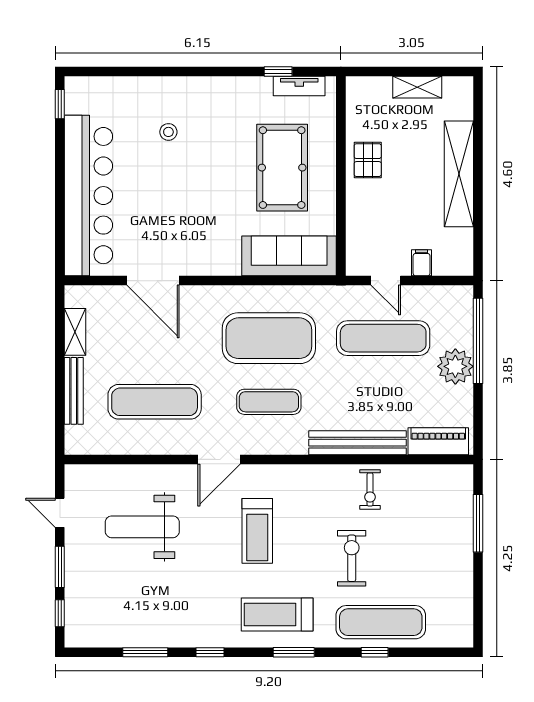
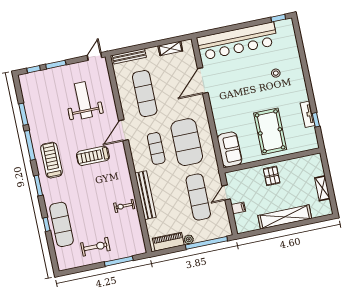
tv unit: (299, 86) -> (307, 114), moved
pallet: (368, 160) -> (272, 176), moved, turned 90
pool table: (282, 168) -> (270, 131), turned 90
sofa: (289, 256) -> (230, 150), width x0.73
plant: (455, 366) -> (189, 239), width x0.53, depth x0.53
bench: (74, 391) -> (129, 56), moved
piano: (438, 441) -> (168, 242), moved, turned -90
door: (219, 459) -> (123, 130), hinge flipped
door: (60, 513) -> (95, 56), moved
exercise bike: (352, 558) -> (95, 247), moved
treadmill: (277, 614) -> (51, 160), moved
window: (210, 652) -> (30, 145), width x2.17

